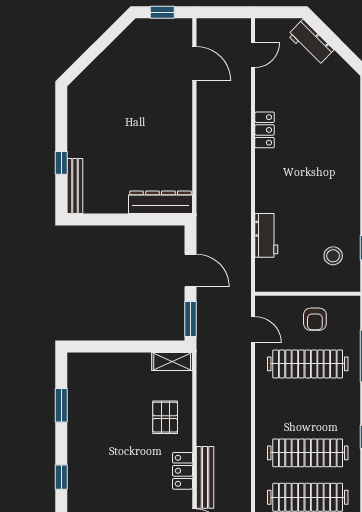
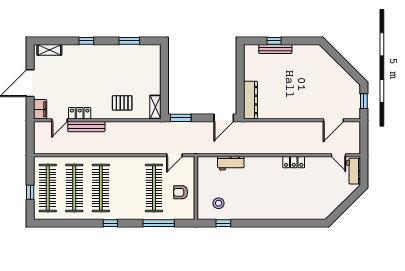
workbench: (311, 42) -> (354, 171), moved, turned -45
bench: (75, 186) -> (275, 49), moved
door: (190, 270) -> (224, 118), moved
locker: (182, 471) -> (80, 113), moved

